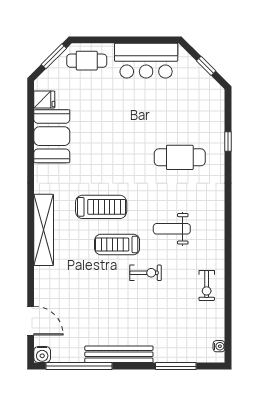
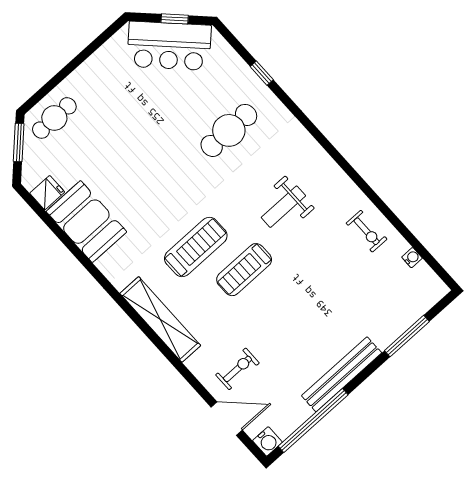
bar counter: (146, 61) -> (169, 46), moved, turned 45
exercise bike: (146, 273) -> (237, 369), moved
water cooler: (219, 346) -> (412, 258), moved

